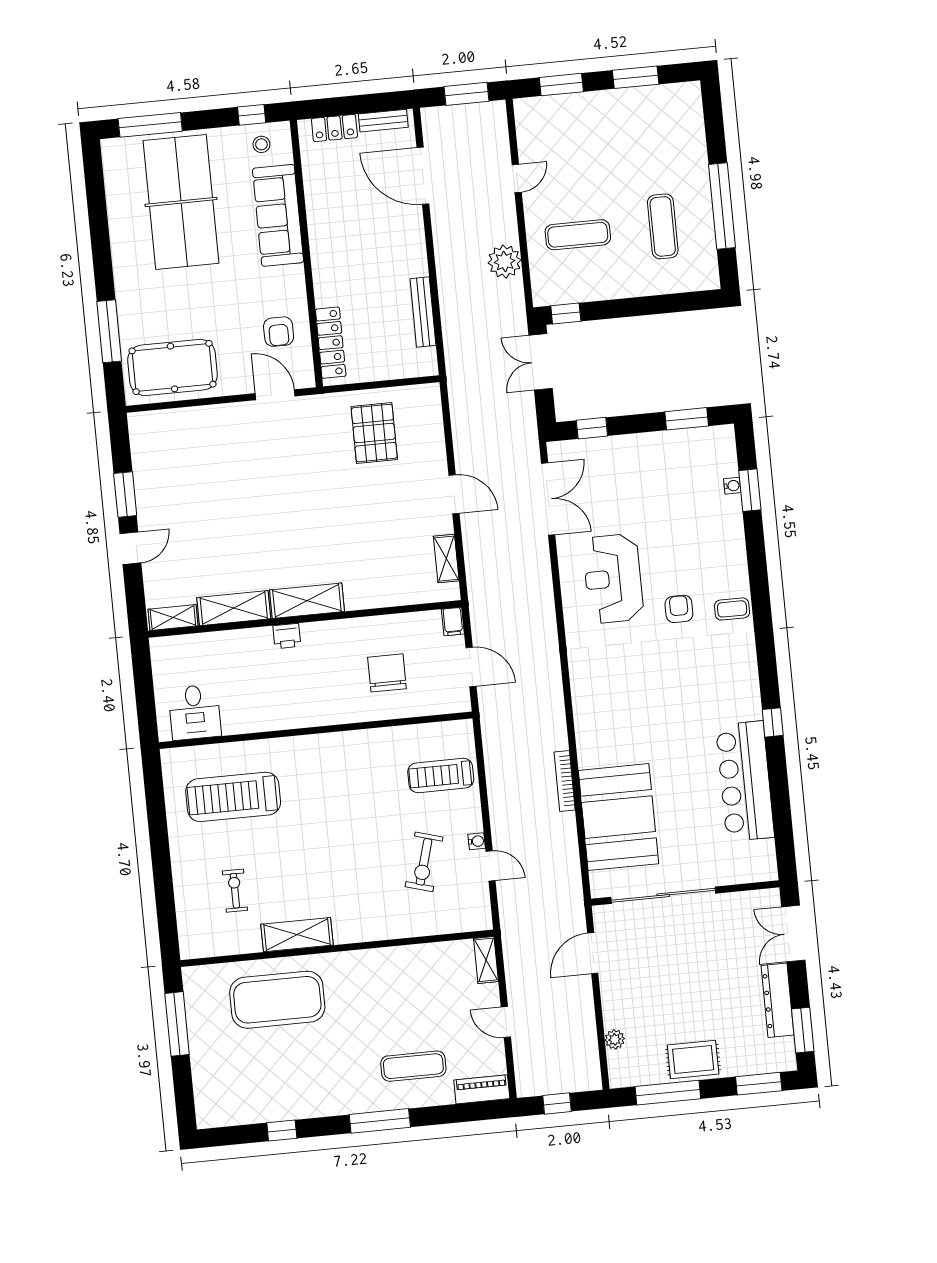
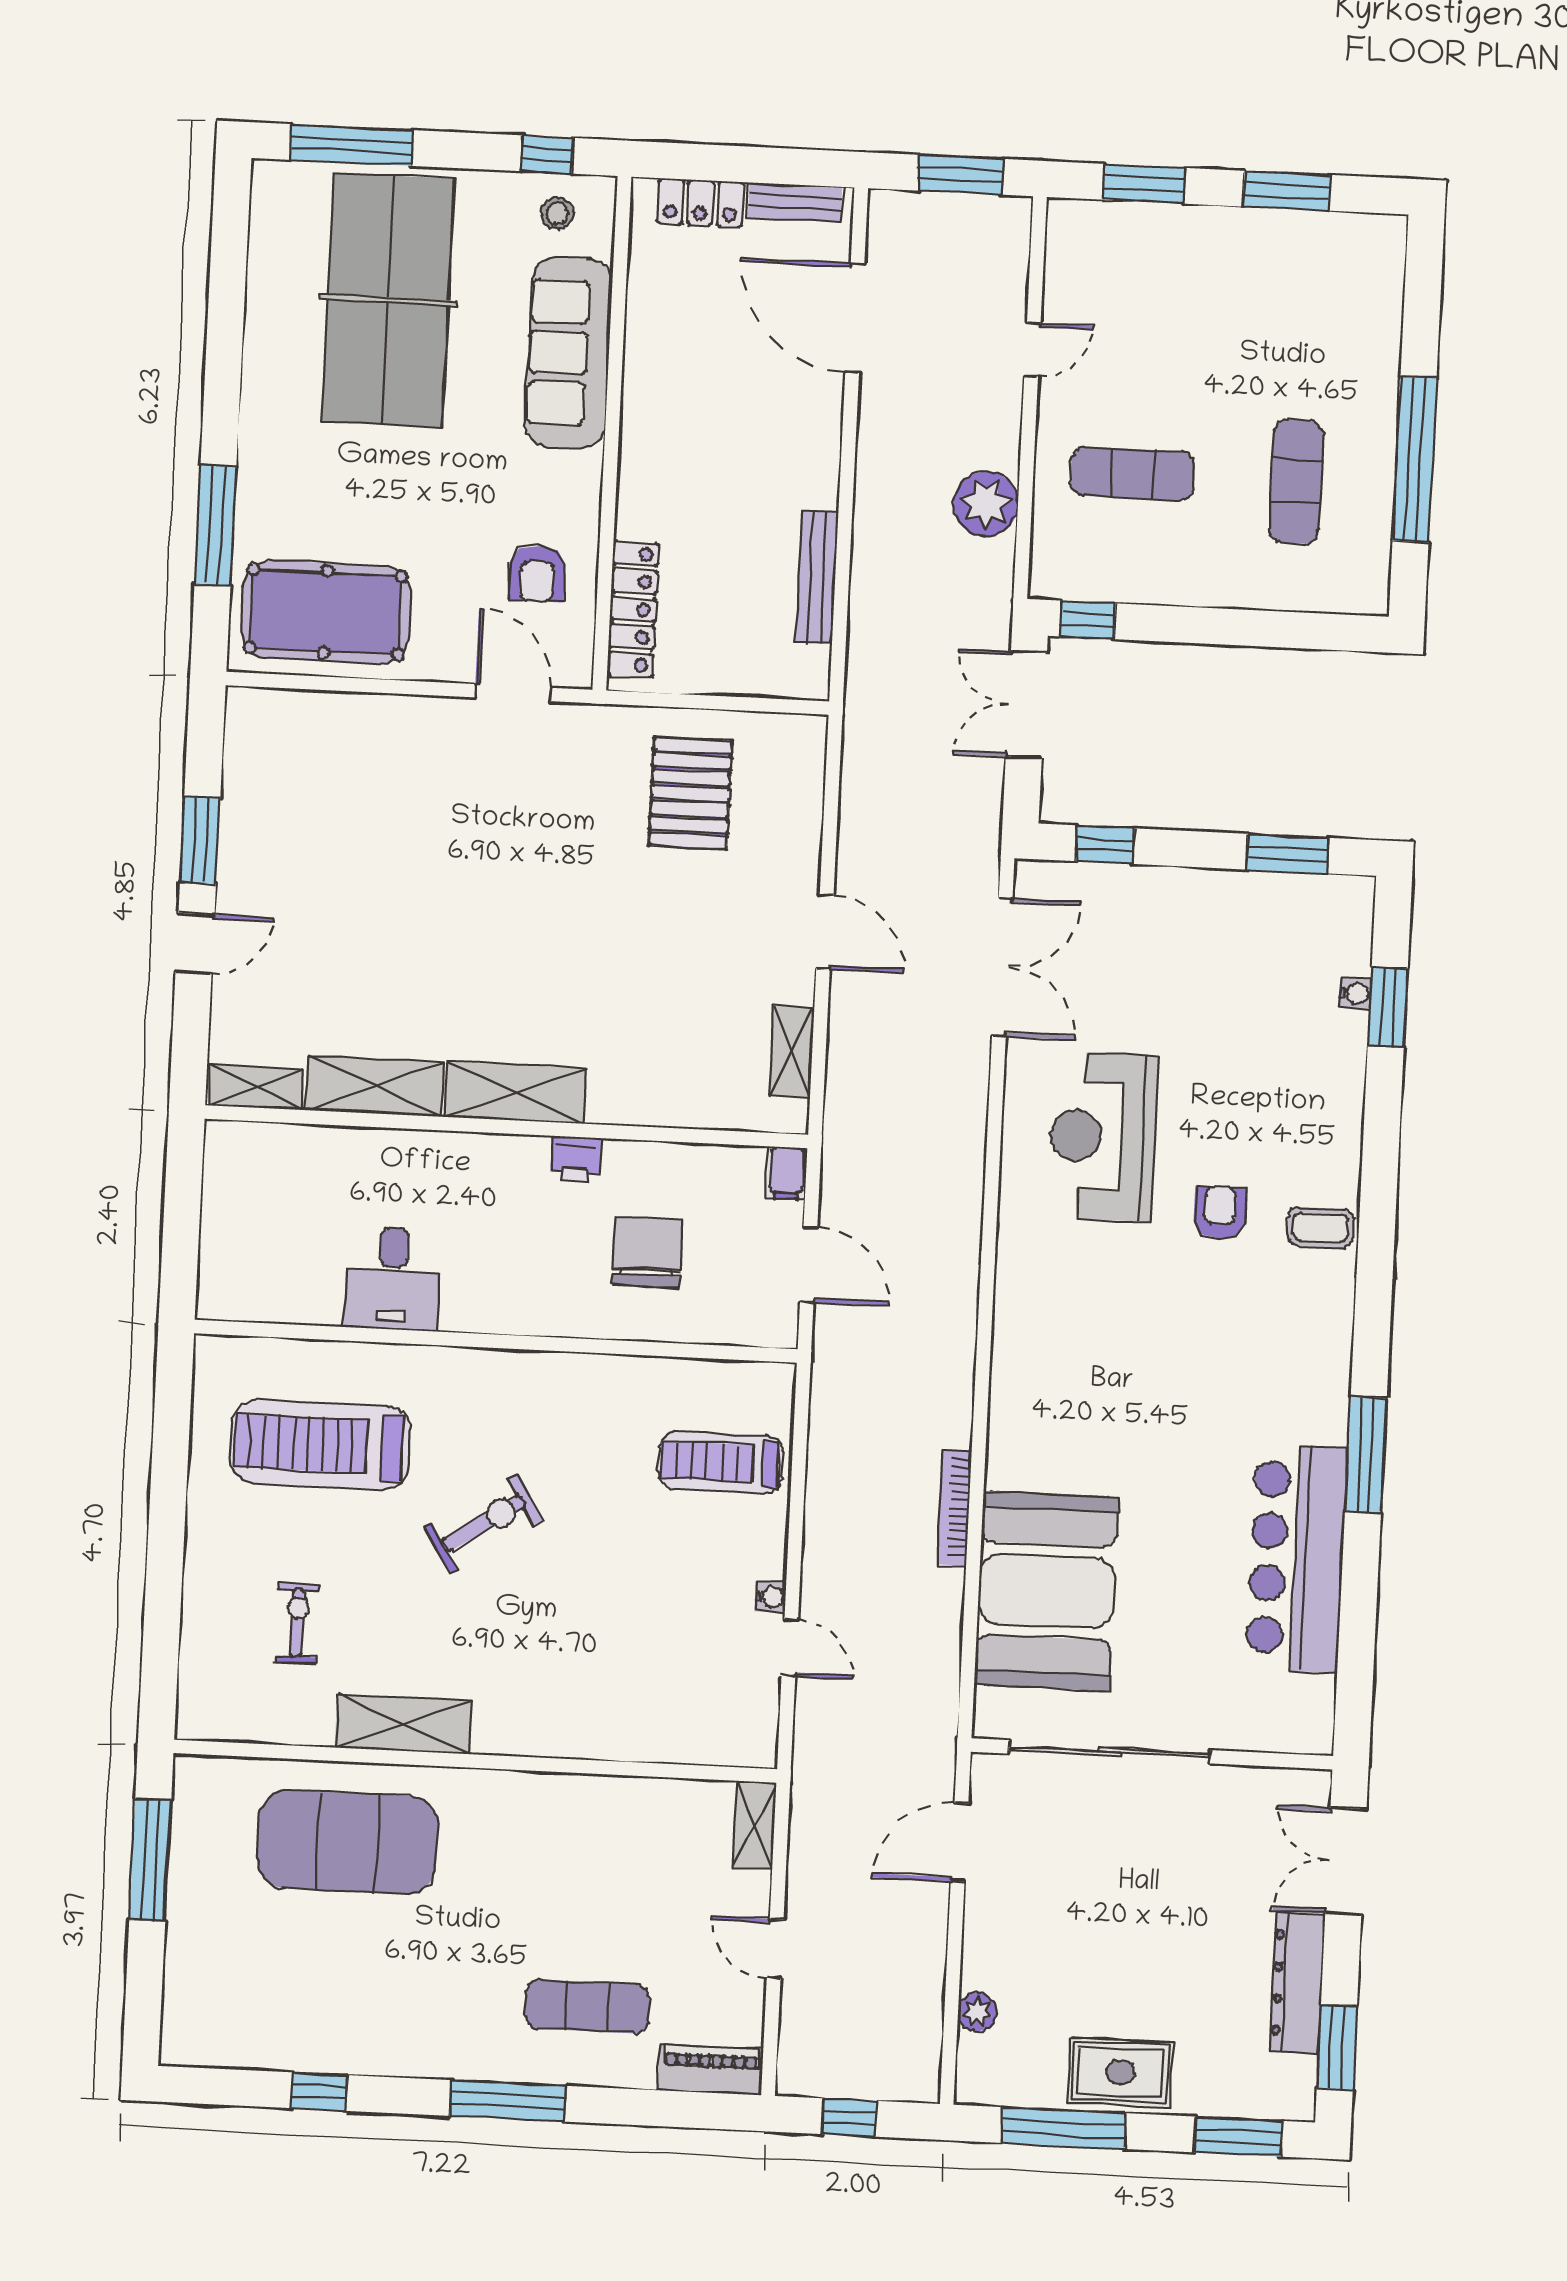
printer: (287, 636) -> (576, 1159), moved
desk: (195, 712) -> (393, 1279), moved
window: (773, 722) -> (1366, 1454), width x2.17
exercise bike: (424, 862) -> (484, 1523), moved, turned -139

